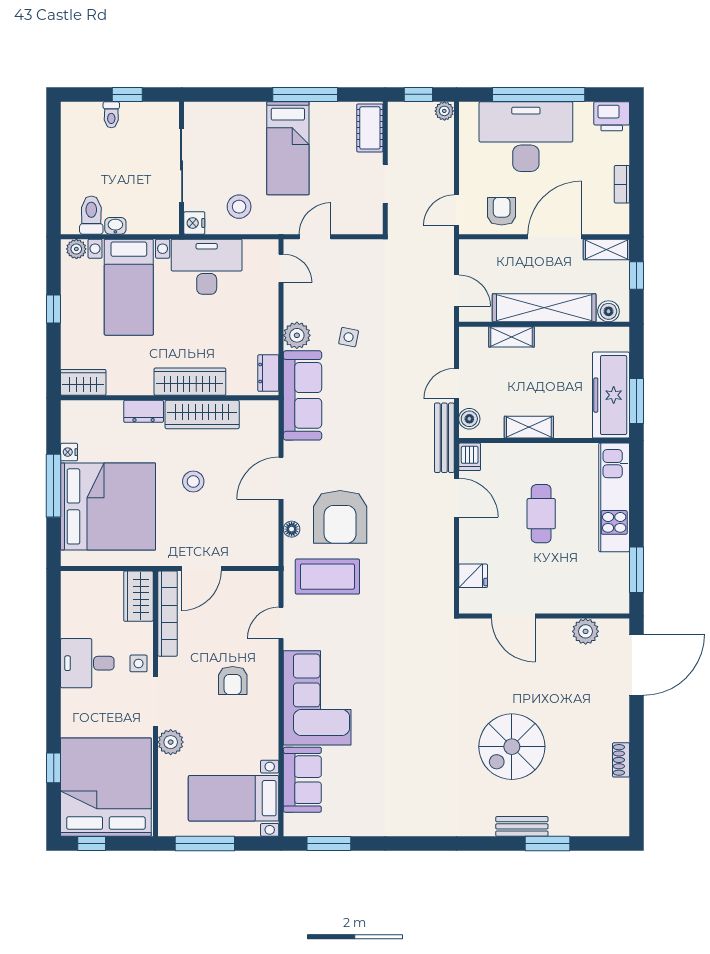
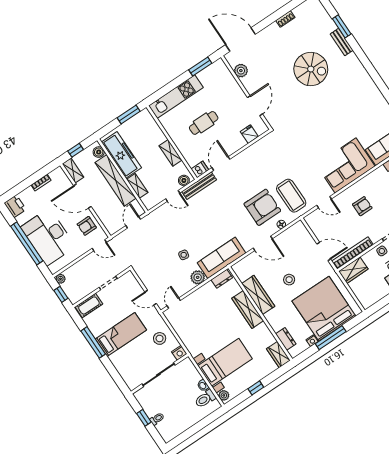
desk: (207, 267) -> (194, 335), removed
freezer: (611, 395) -> (121, 155), moved, turned -90
dresser: (144, 411) -> (286, 339), moved

